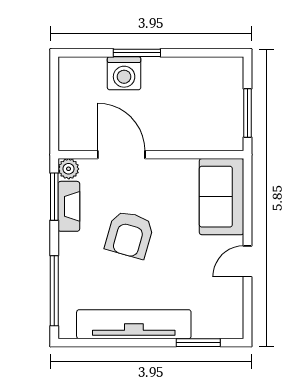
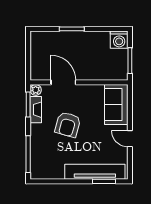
washing machine: (124, 73) -> (119, 40), moved
door: (247, 261) -> (130, 139), hinge flipped
tv unit: (134, 324) -> (95, 172), moved

